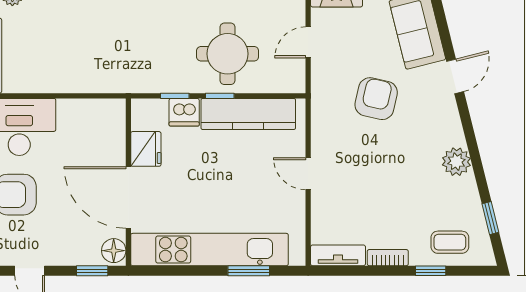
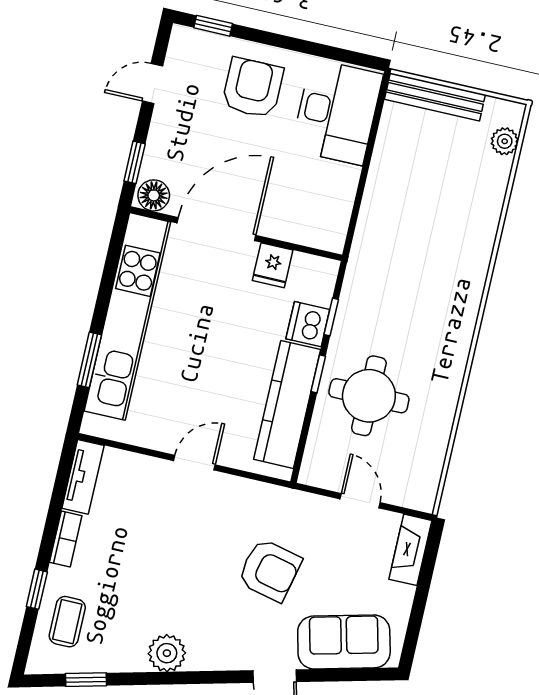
fridge: (146, 149) -> (273, 265), width x0.72

